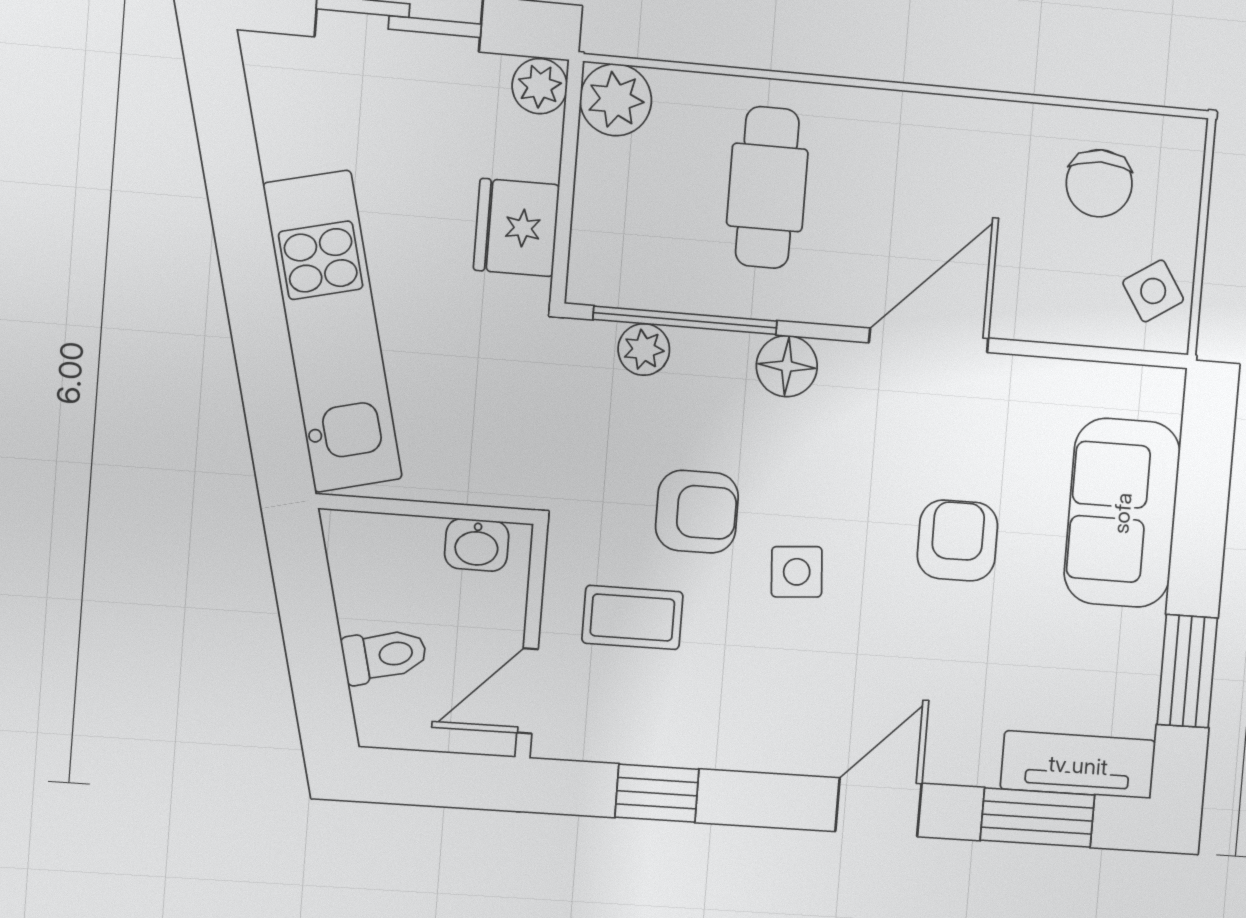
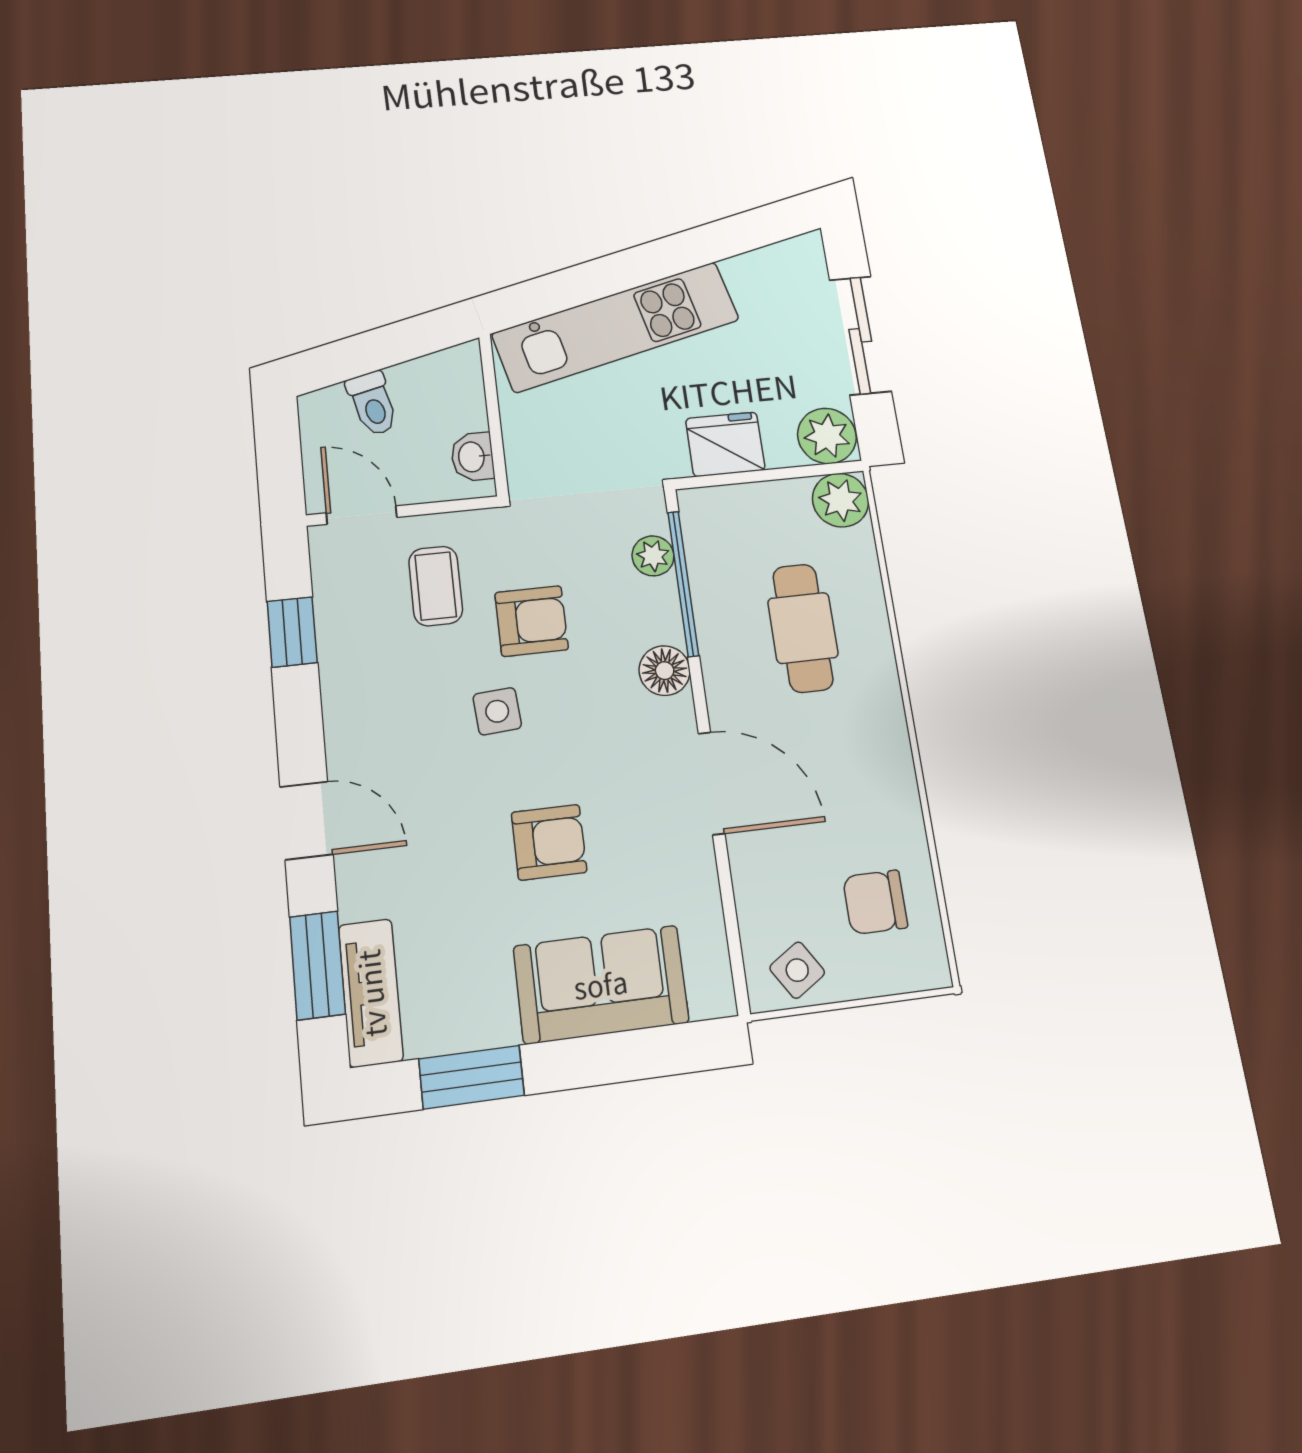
plant: (540, 86) -> (827, 436), width x1.38, depth x1.38
cafe table: (767, 188) -> (803, 628), turned 90
armchair: (697, 512) -> (532, 621), turned -90

